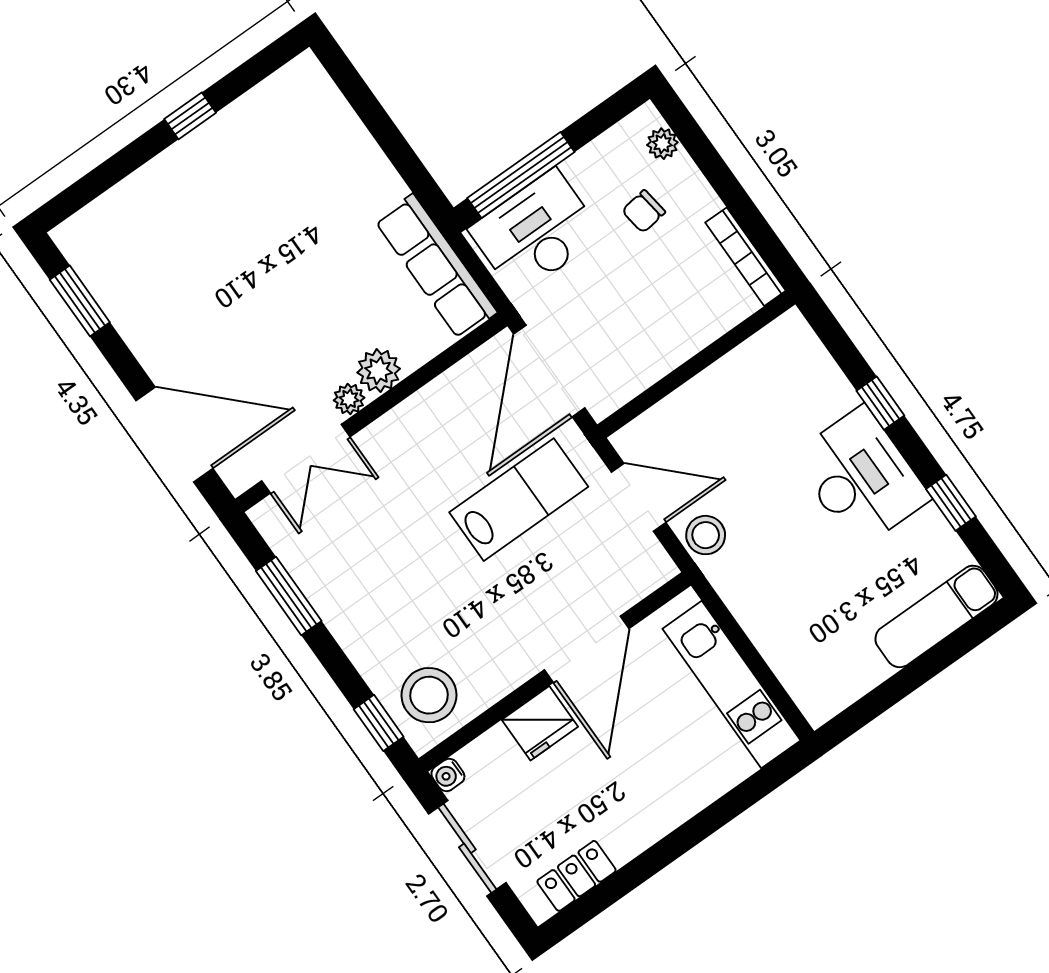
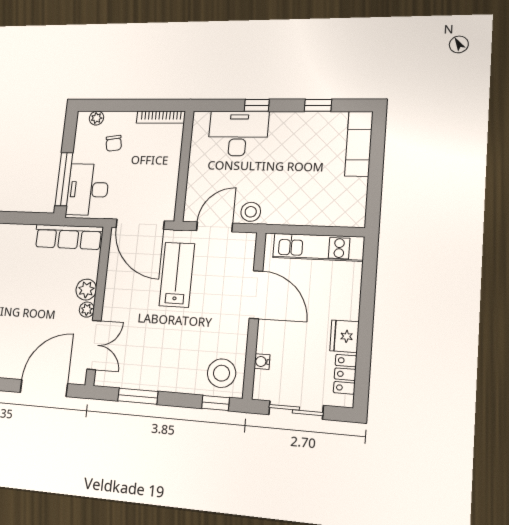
desk: (861, 477) -> (238, 133), moved
fridge: (540, 723) -> (344, 336), moved, turned 180
water cooler: (448, 775) -> (262, 362), moved, turned 90

